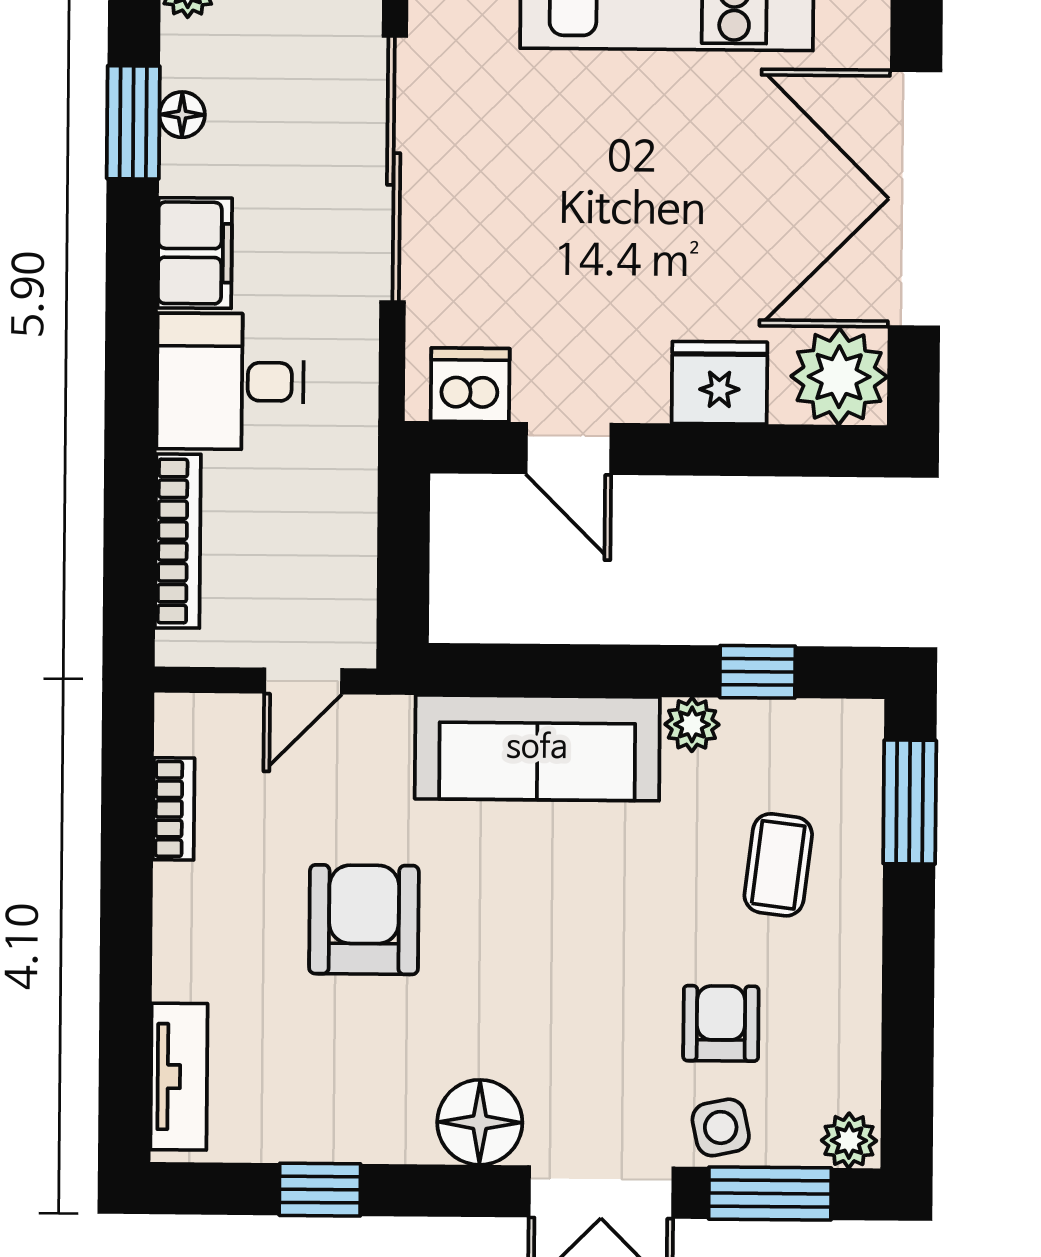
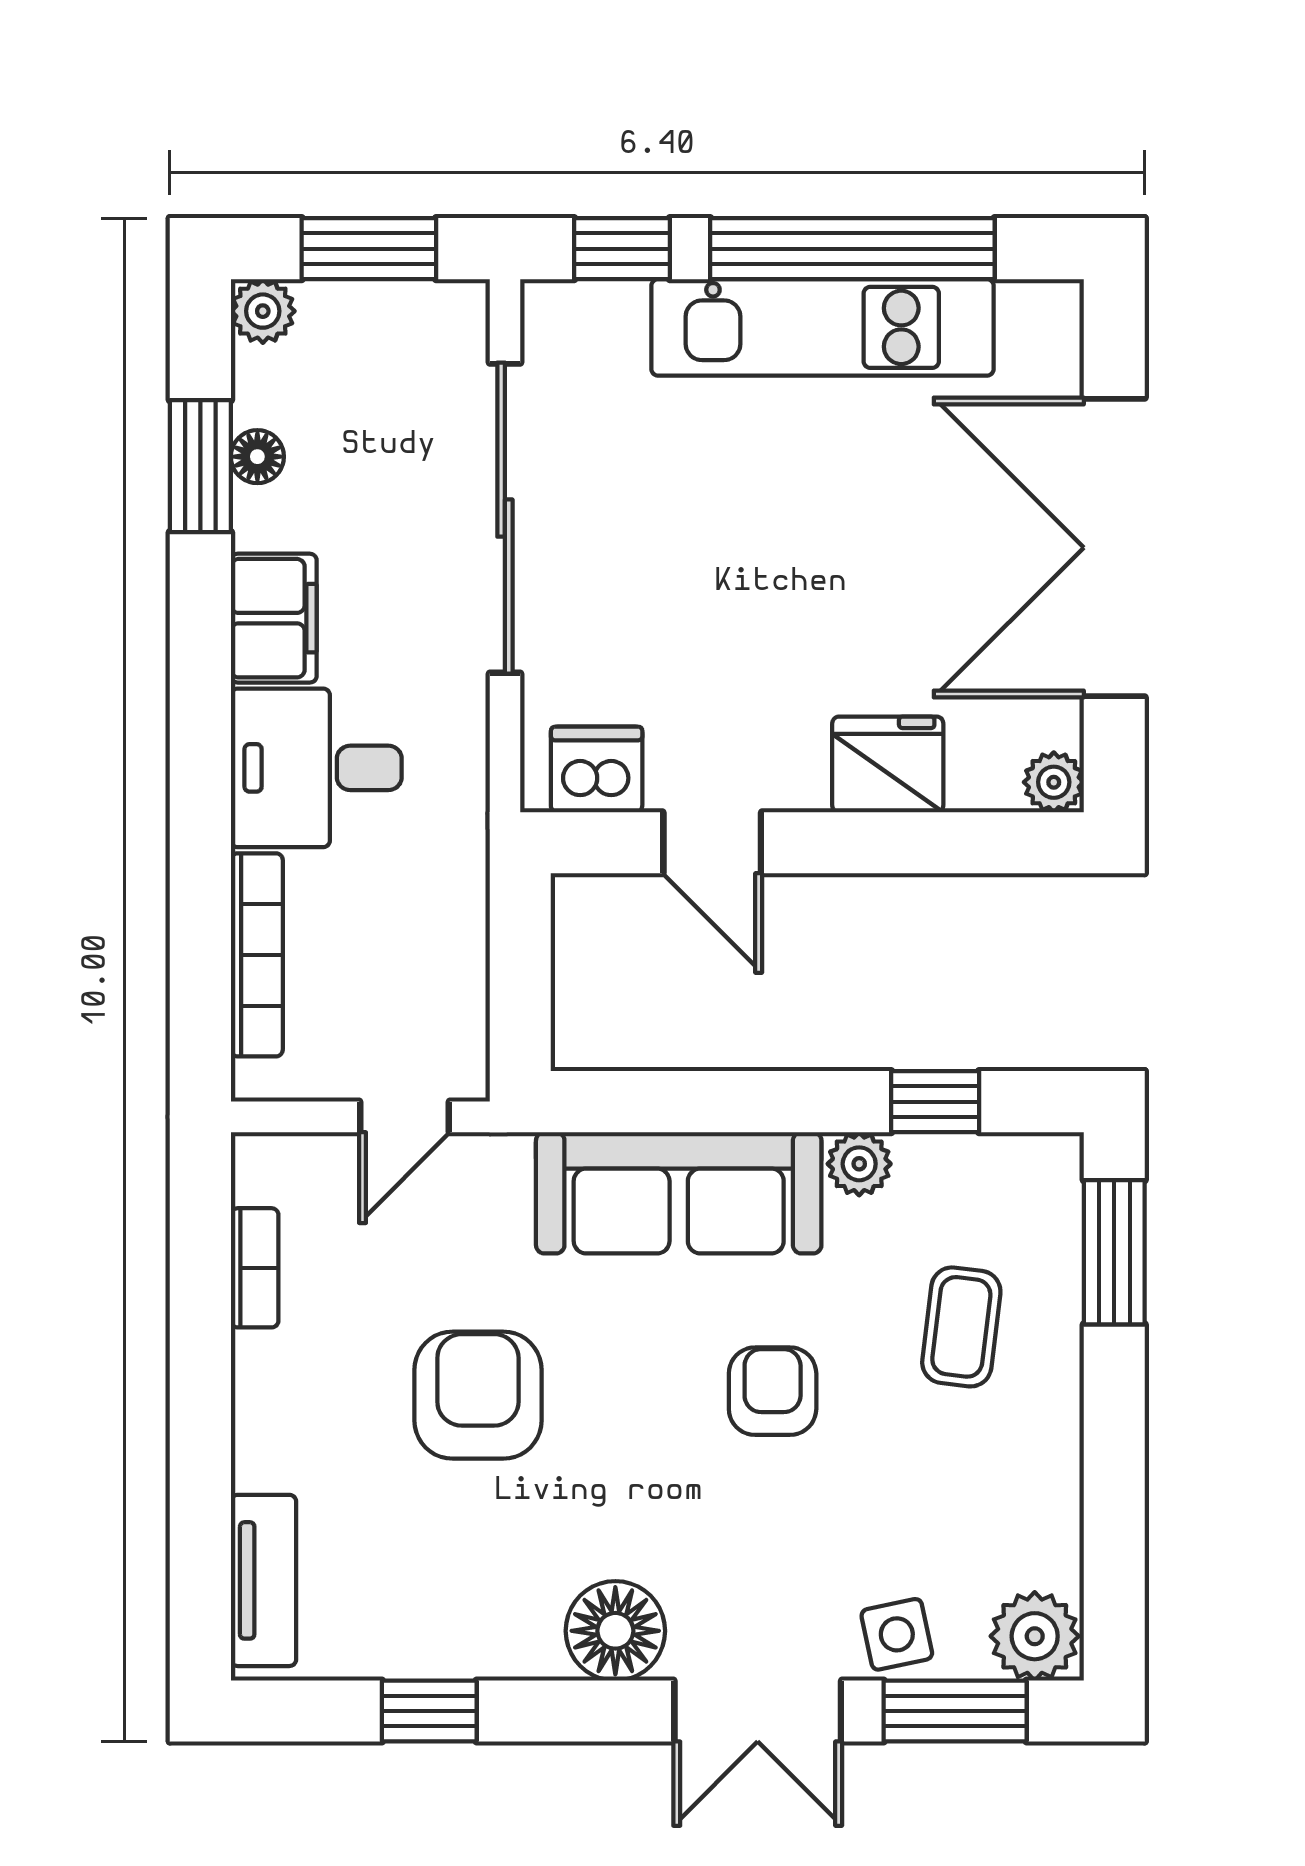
plant: (839, 377) -> (1054, 782), width x0.53, depth x0.53
armchair: (721, 1023) -> (773, 1391), moved
plant: (849, 1141) -> (1035, 1636), width x1.38, depth x1.38

